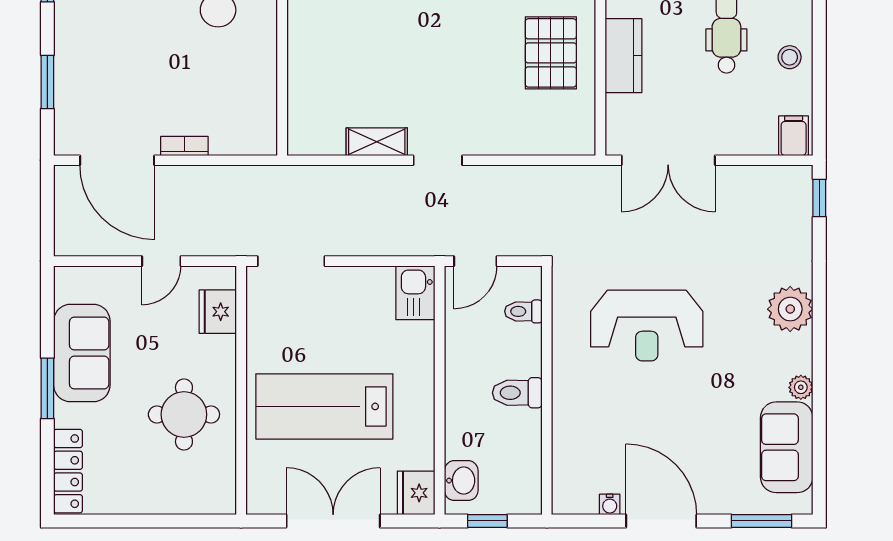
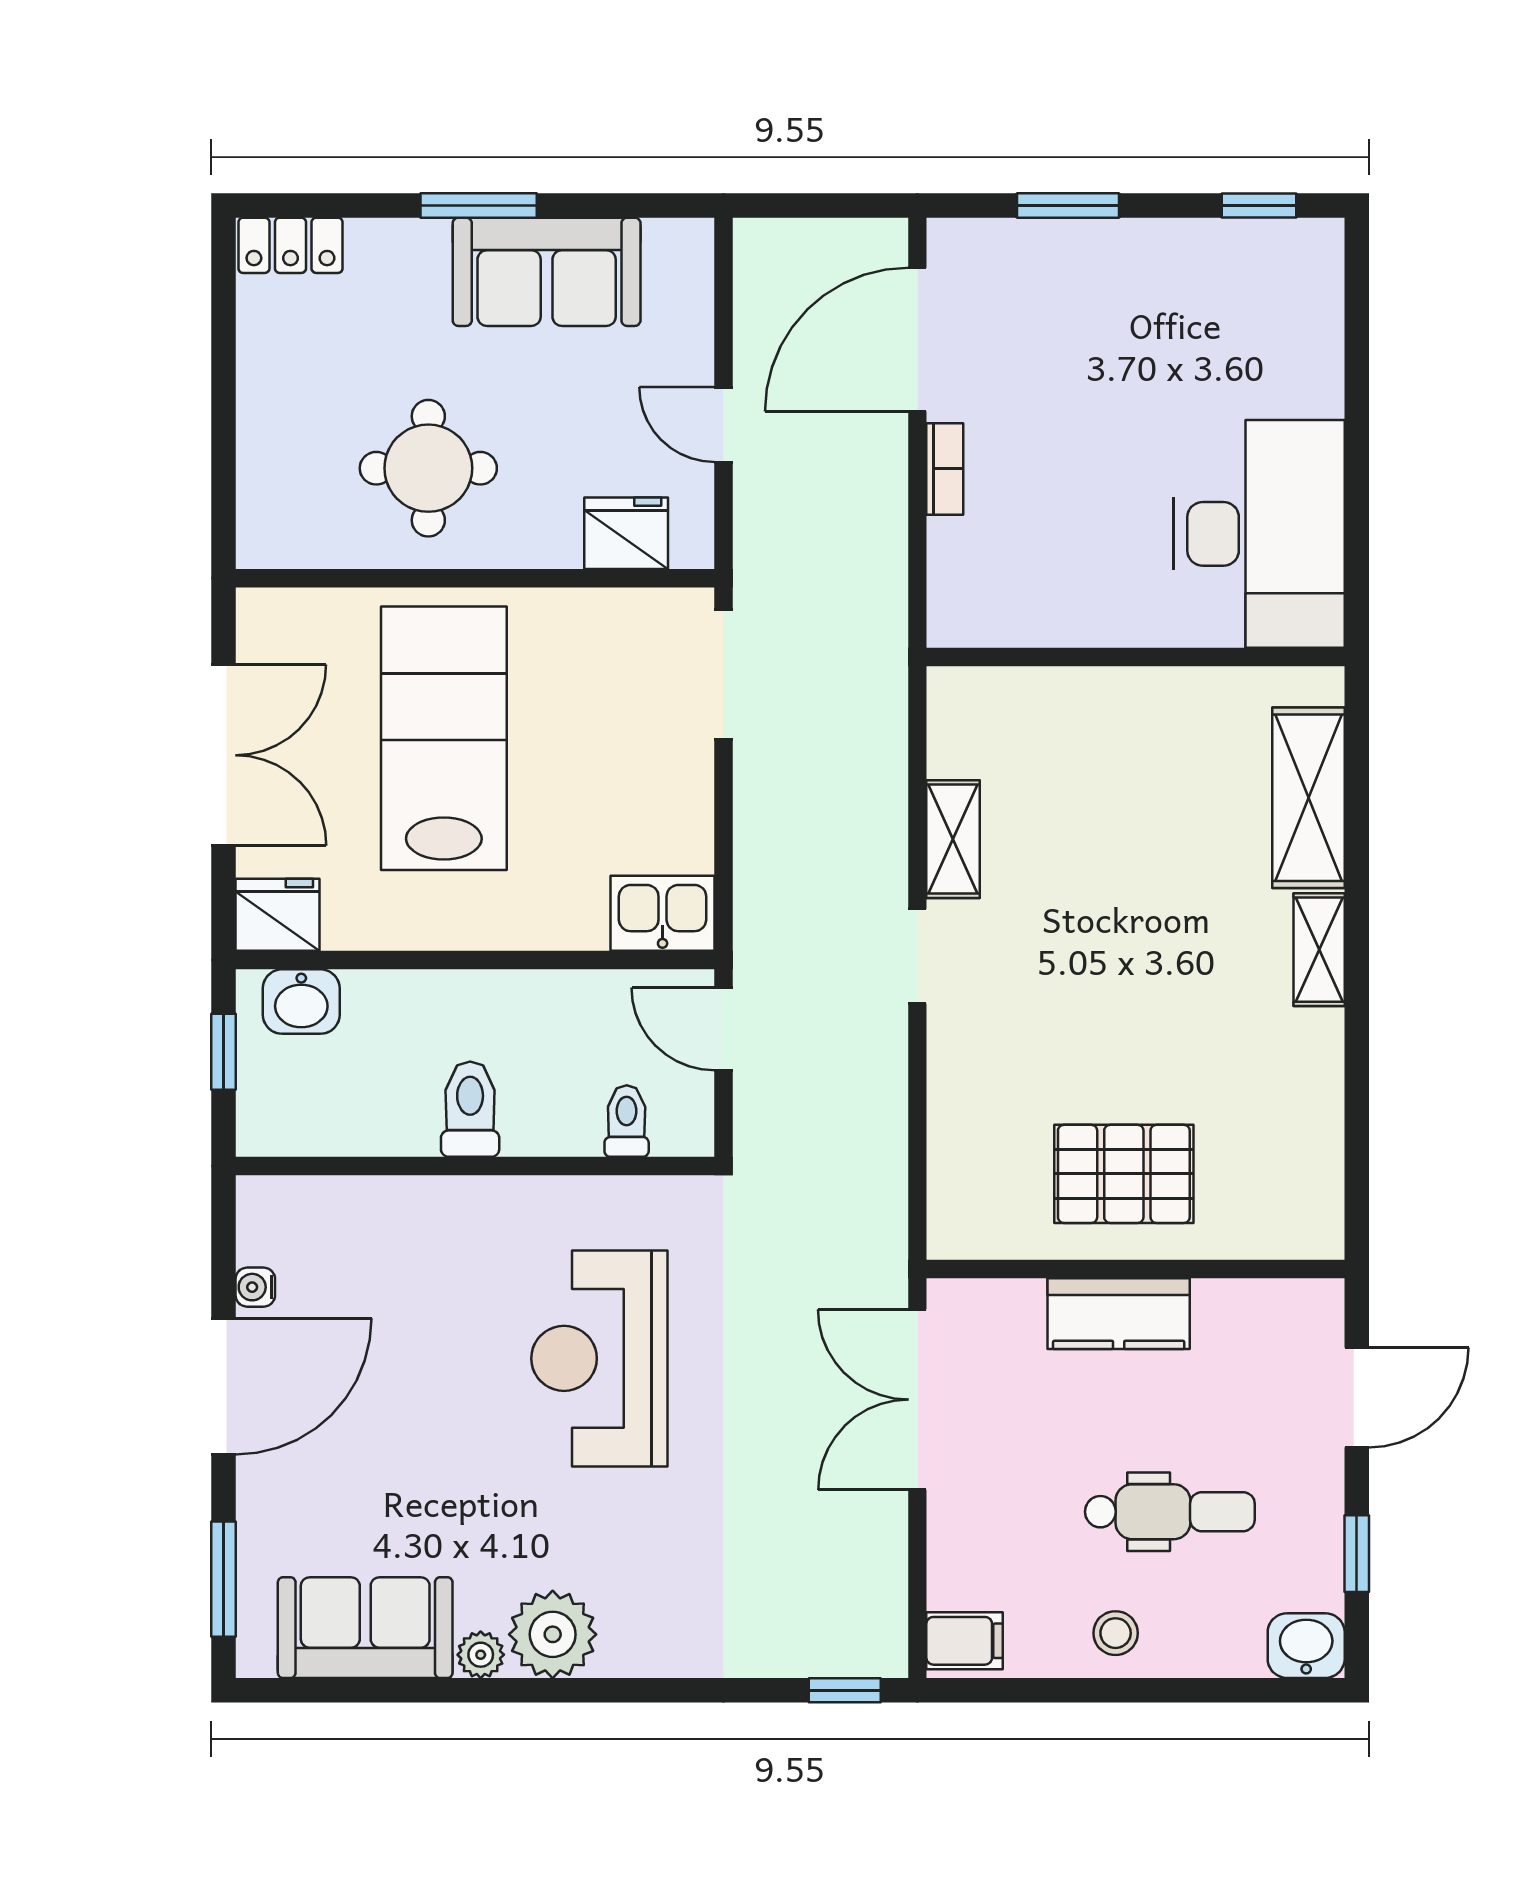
plant: (790, 309) -> (553, 1634), moved
locker: (68, 471) -> (290, 245), width x0.66

